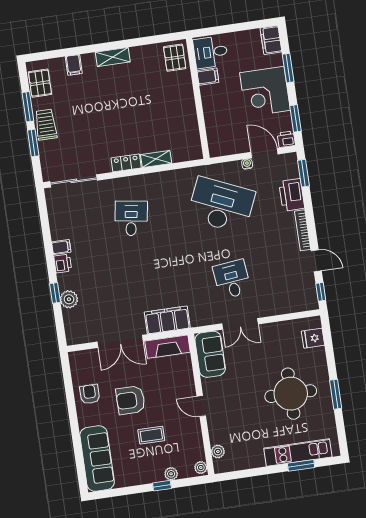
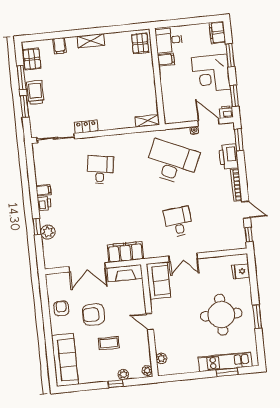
shelving: (156, 159) -> (147, 121), moved
locker: (126, 163) -> (86, 127), moved

